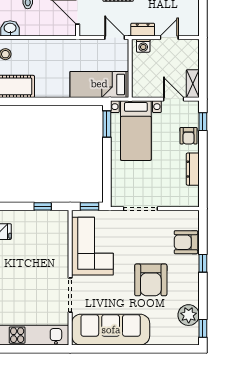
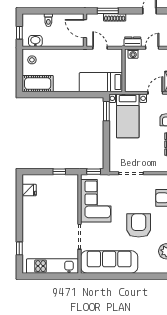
door: (115, 38) -> (100, 48), moved
door: (174, 99) -> (155, 93), hinge flipped
armchair: (151, 280) -> (139, 225), turned 180

